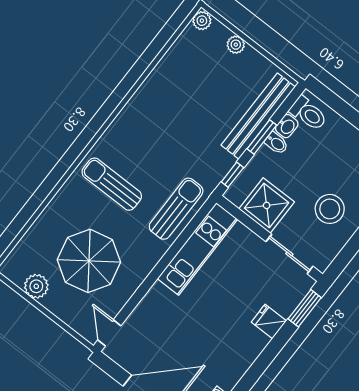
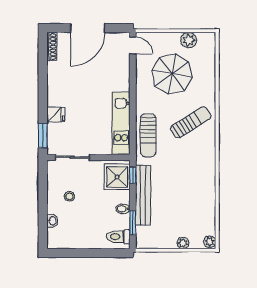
bench: (258, 116) -> (143, 195), moved
washbasin: (287, 126) -> (124, 222), removed
window: (262, 137) -> (133, 223), moved
sun lounger: (112, 184) -> (191, 122), turned -32
shower: (267, 205) -> (117, 177), moved
stool: (330, 209) -> (69, 196), width x0.53, depth x0.53

